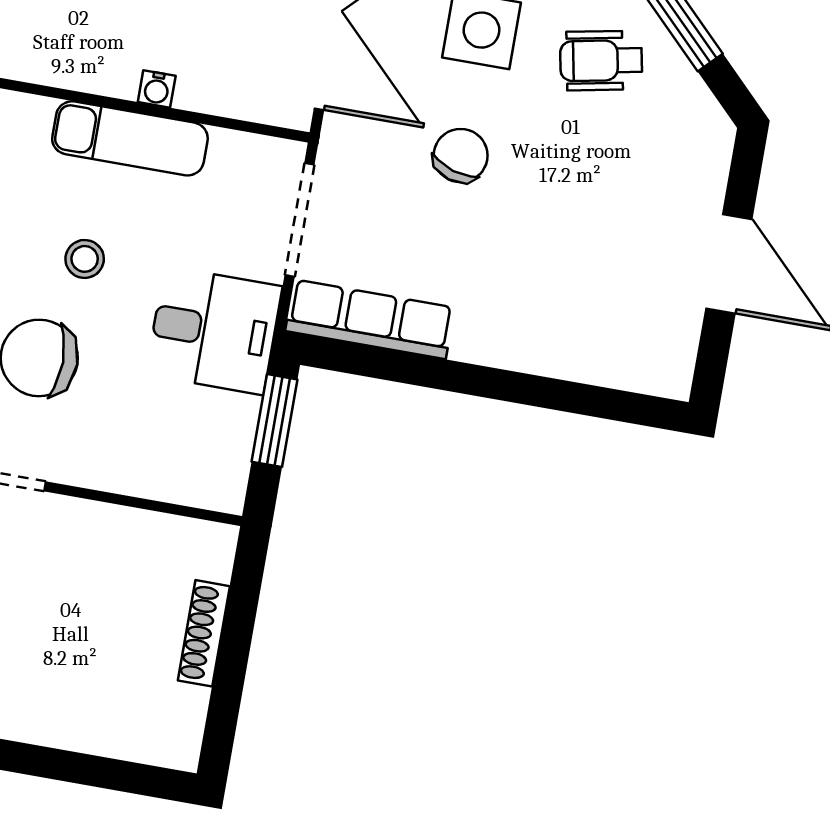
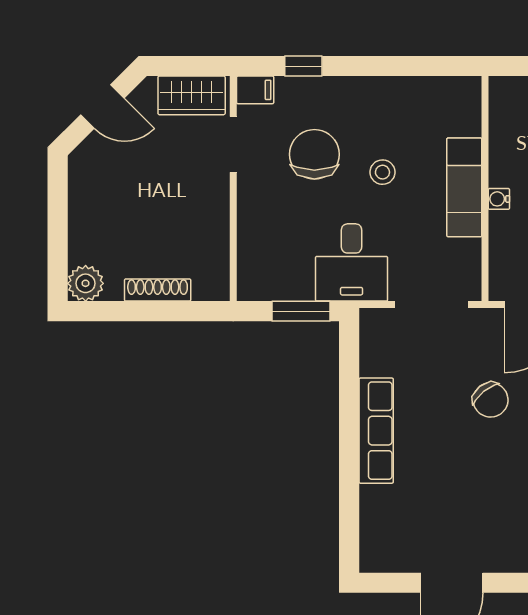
chair: (461, 156) -> (491, 400), turned 34
row of seats: (370, 319) -> (376, 431), moved
plant: (174, 741) -> (86, 283), added

